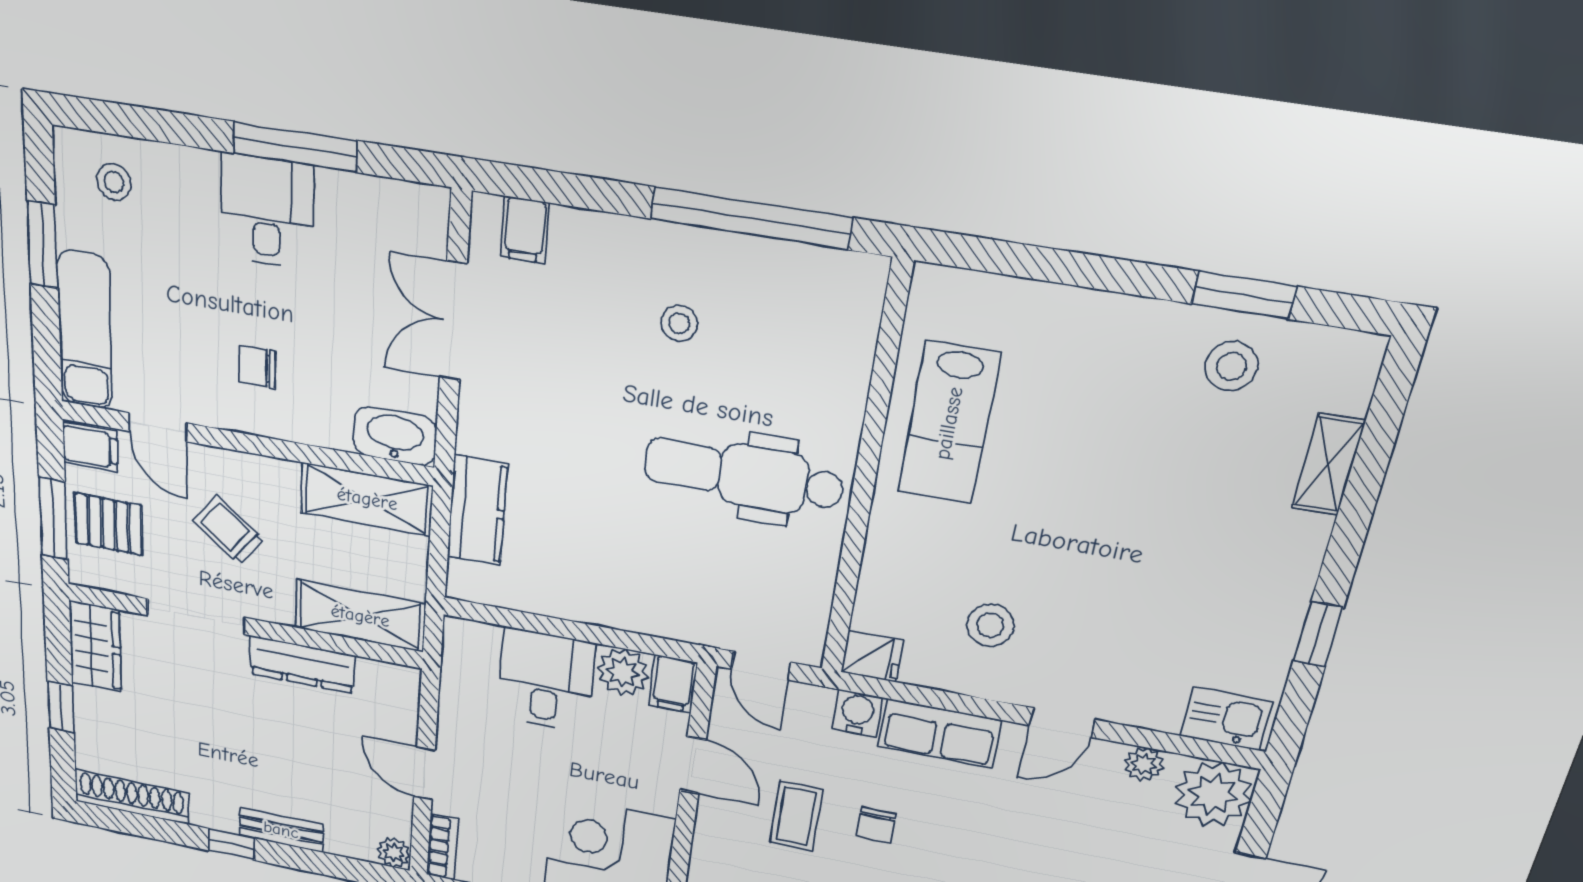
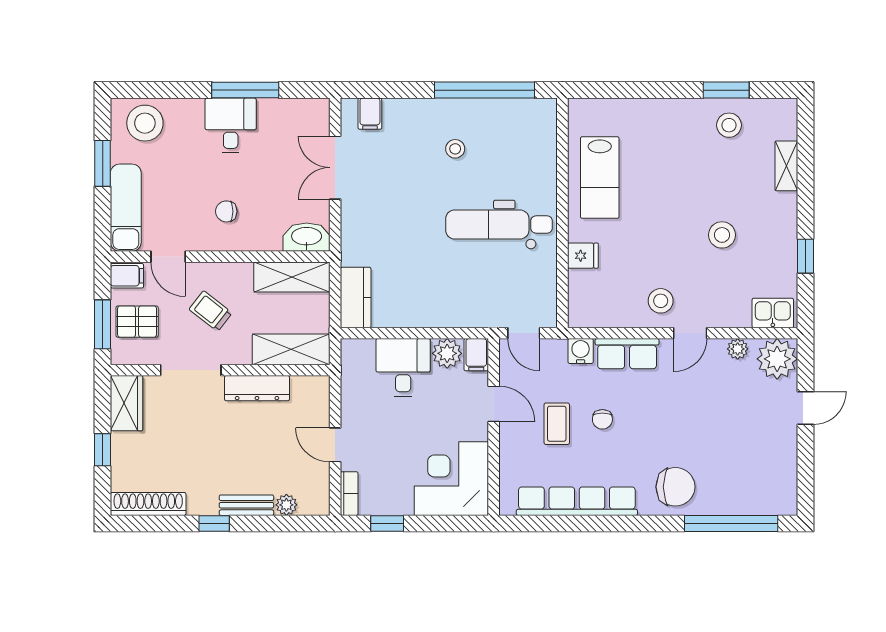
stool: (114, 182) -> (145, 123), width x1.89, depth x1.89
kitchen counter: (477, 510) -> (356, 297), moved
stool: (1164, 568) -> (722, 235), added
stool: (990, 625) -> (661, 301), moved
fridge: (872, 656) -> (583, 256), moved
plant: (394, 853) -> (286, 505), moved

